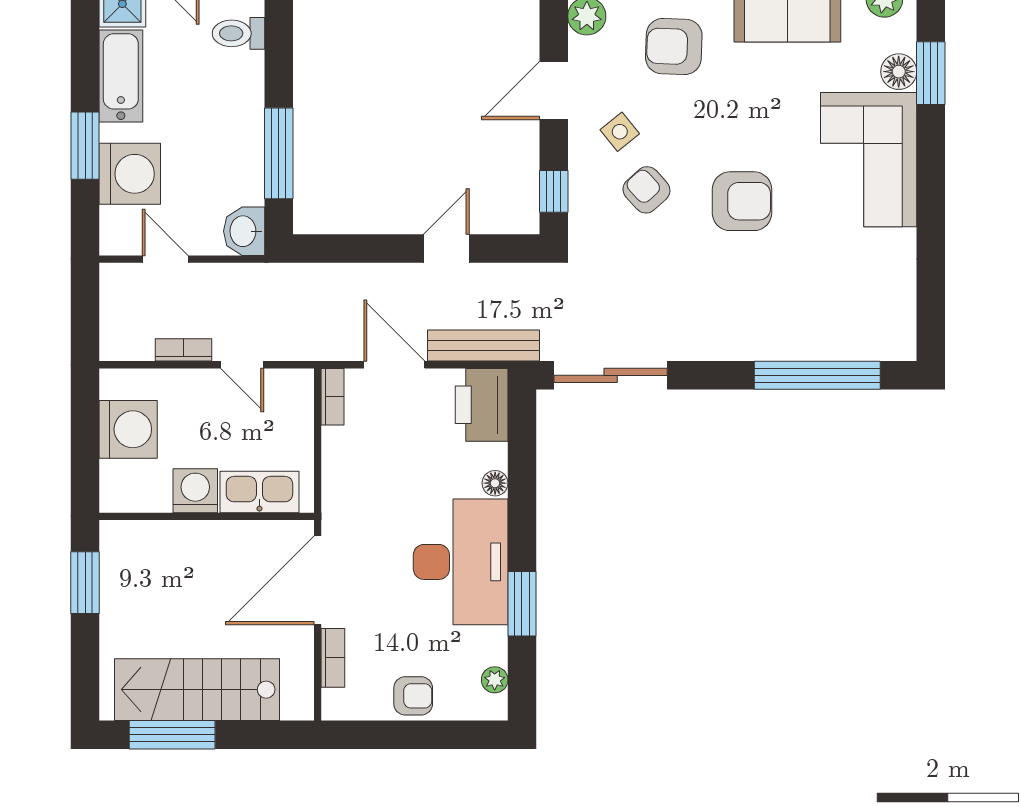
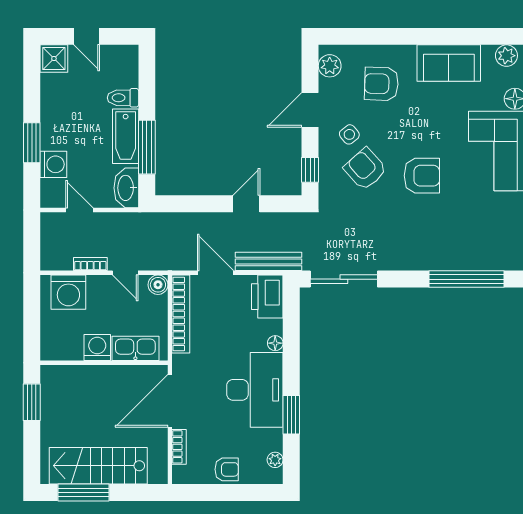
toilet: (239, 33) -> (123, 98), moved
bathtub: (121, 76) -> (126, 136), moved, turned 180
washing machine: (130, 174) -> (53, 164), width x0.73, depth x0.73
armchair: (646, 190) -> (365, 169), width x1.38, depth x1.38
washbasin: (244, 231) -> (126, 188), width x1.38
boiler: (298, 385) -> (158, 285), added
bookcase: (333, 397) -> (181, 314), width x2.31, depth x1.31
washing machine: (128, 429) -> (68, 292), moved, turned 90

